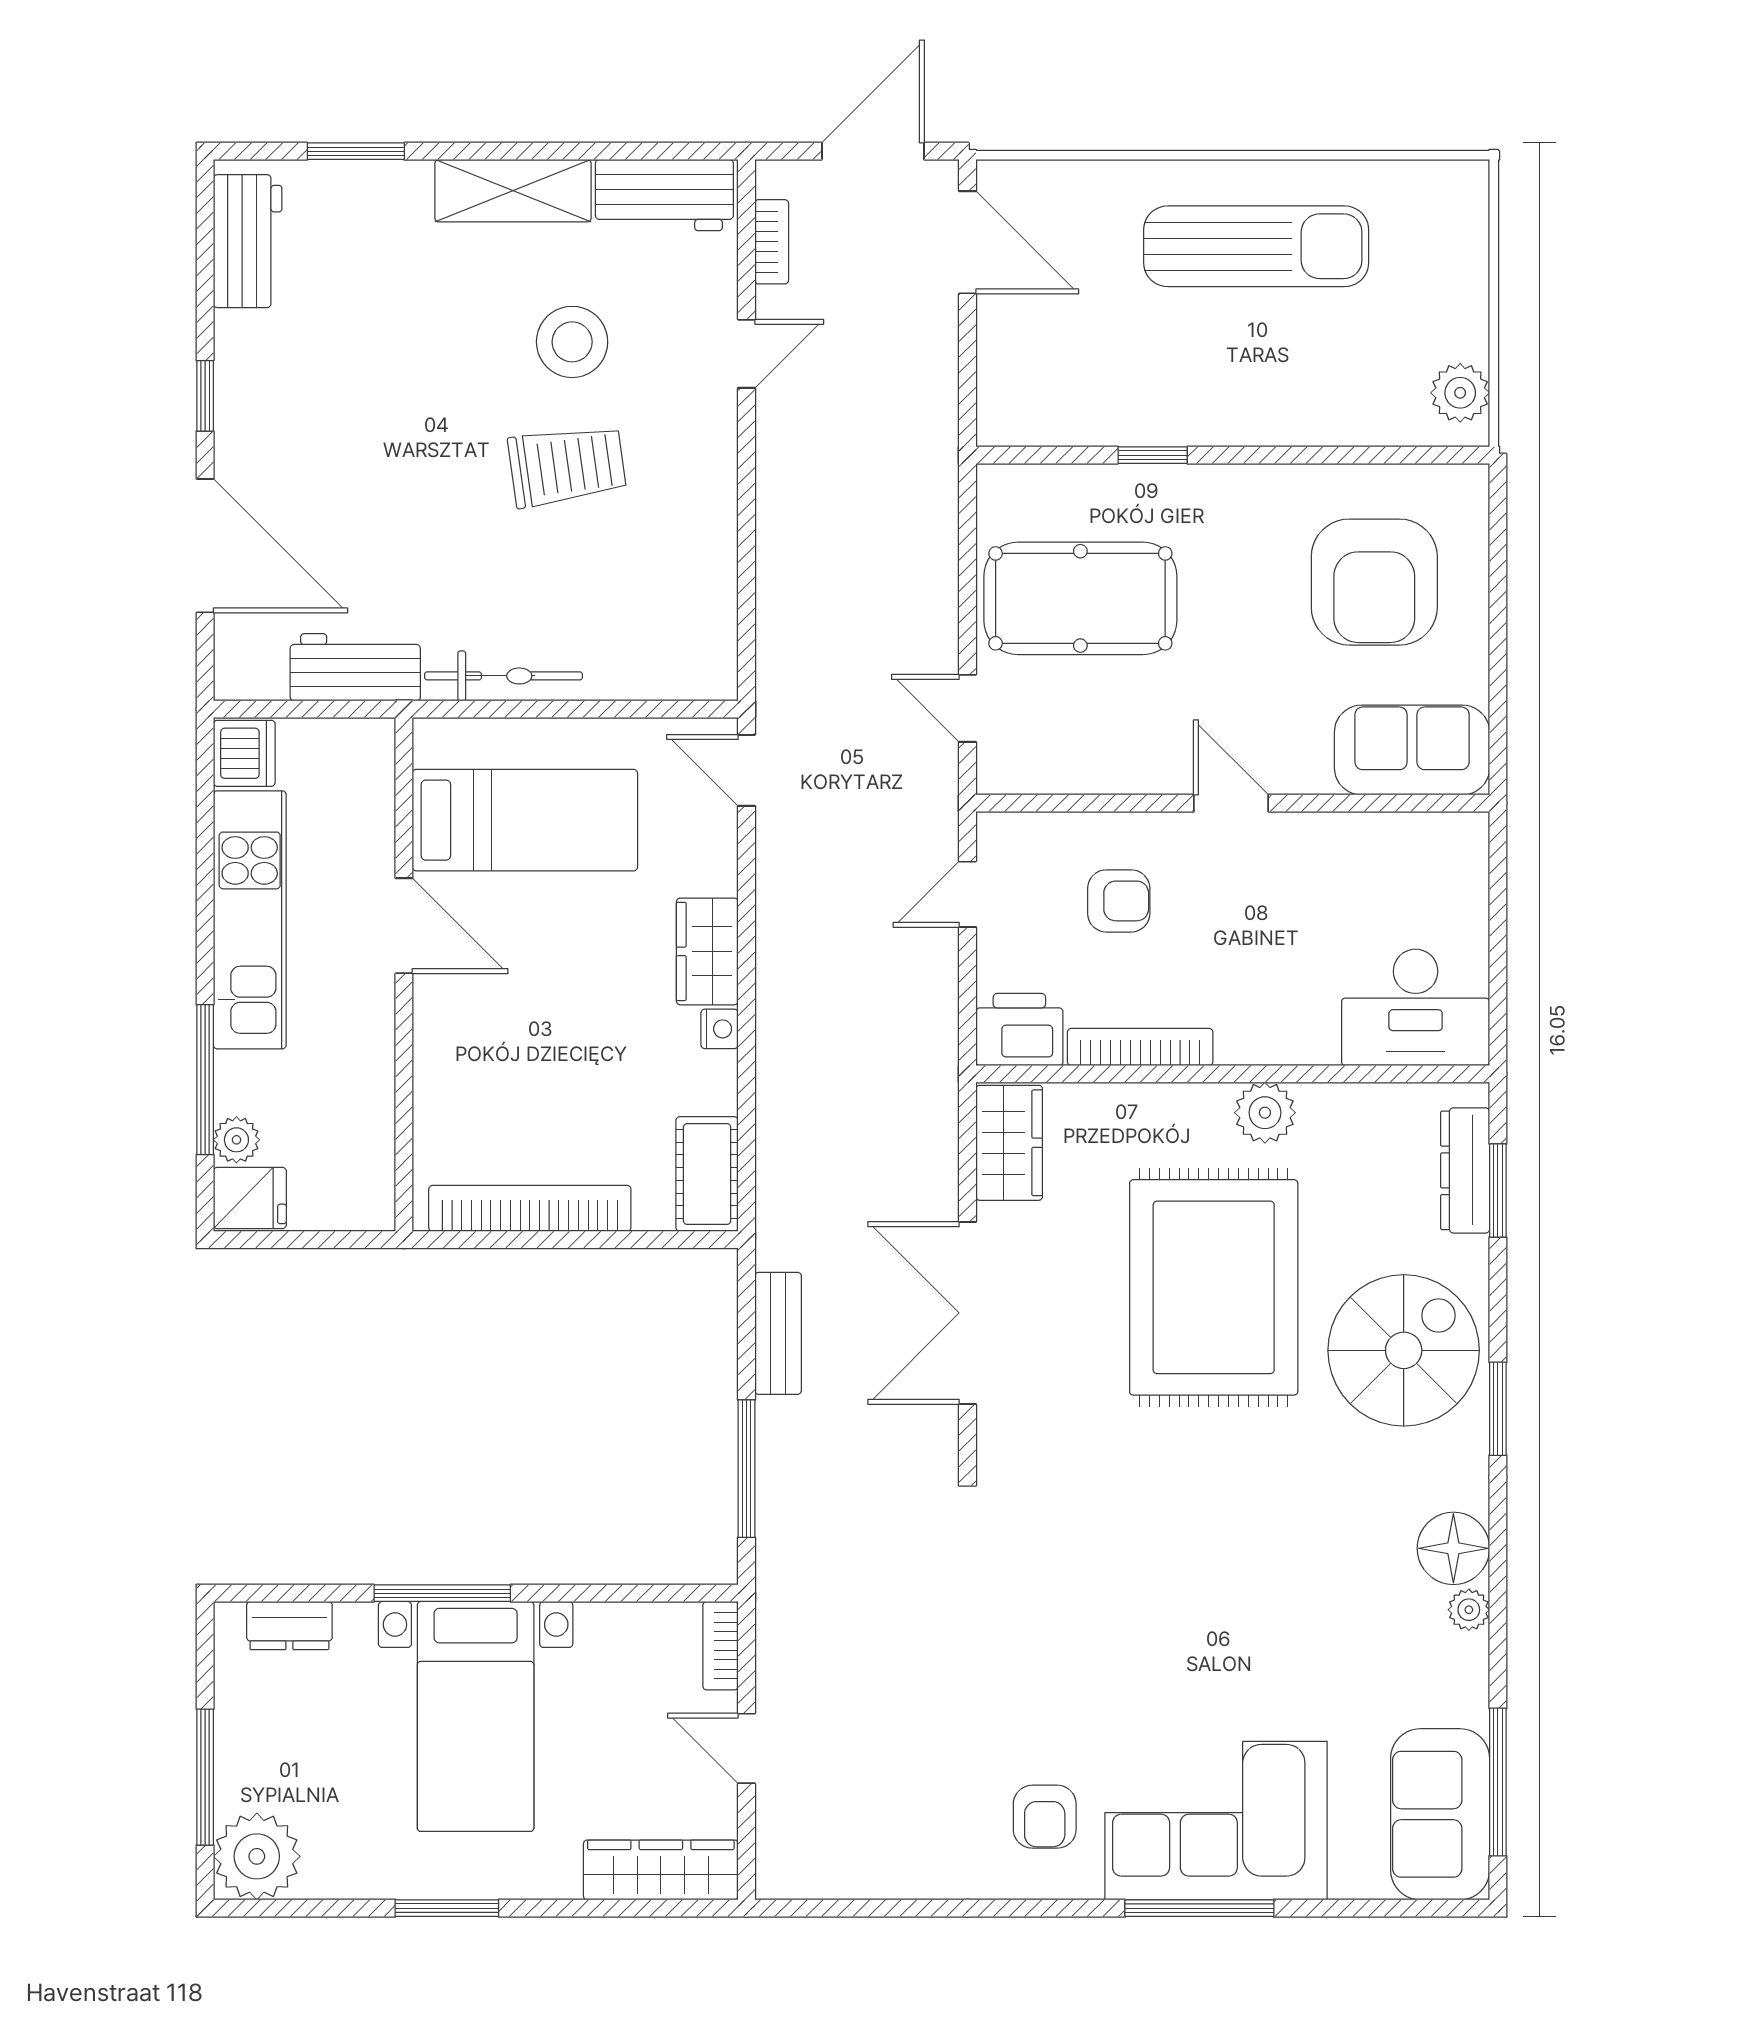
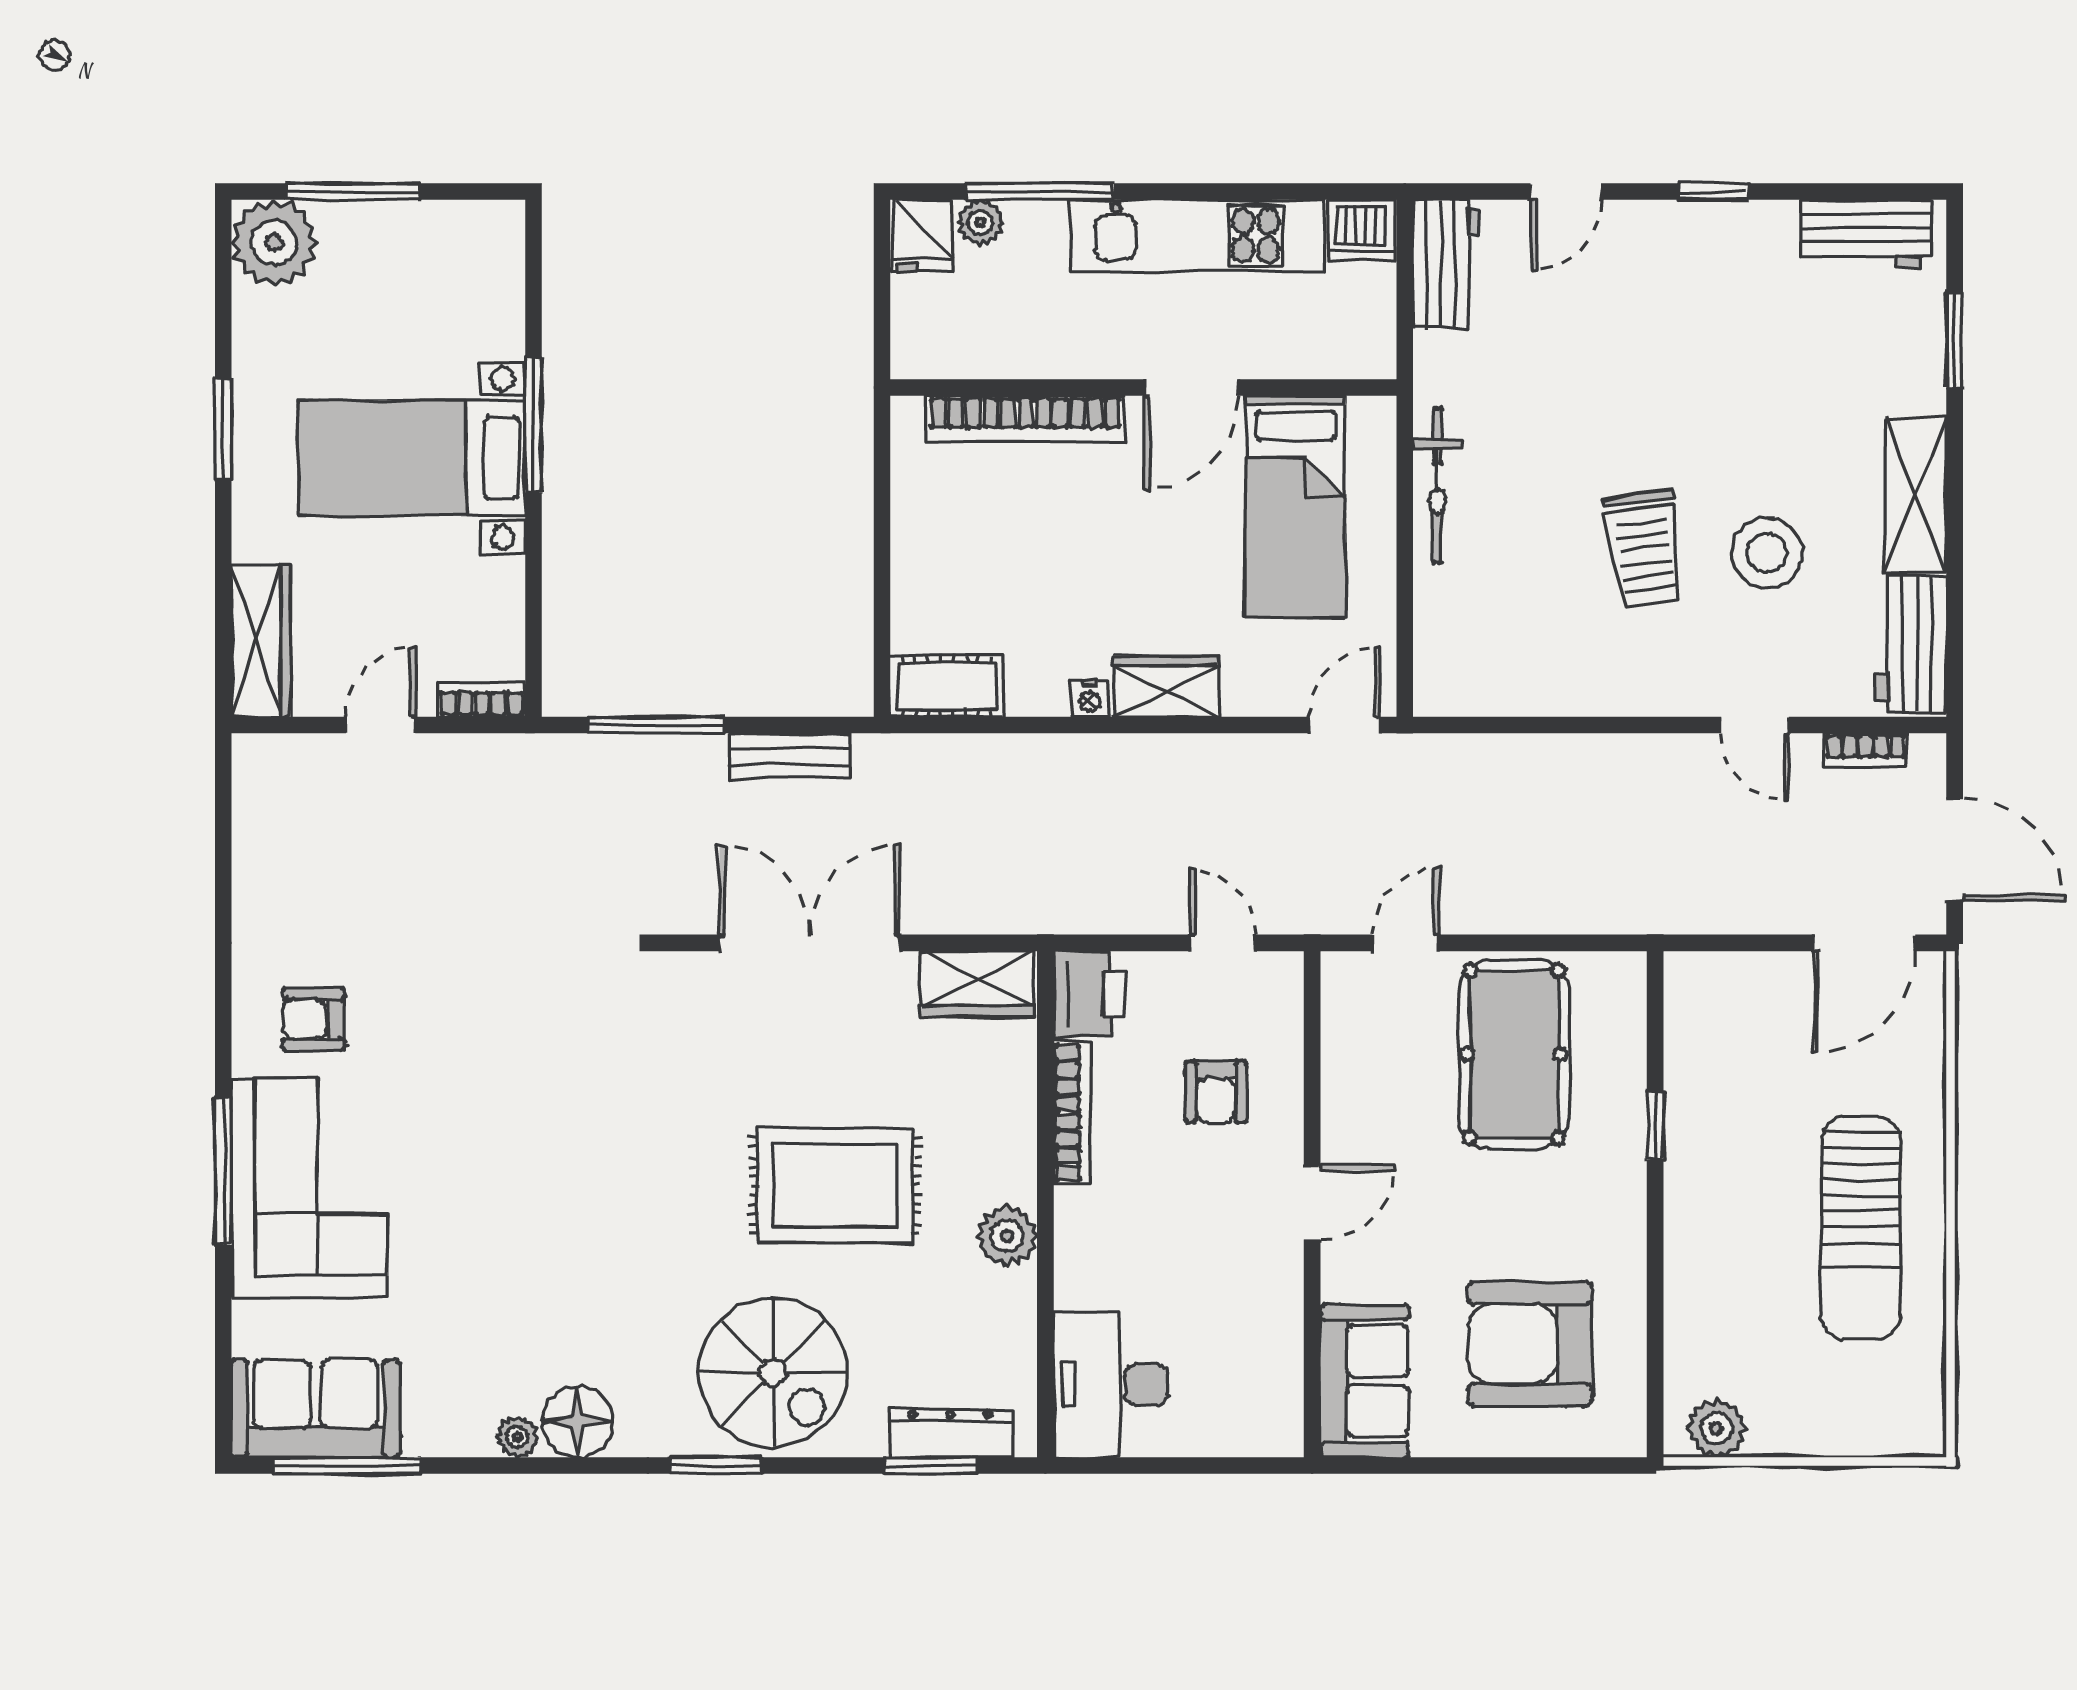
door: (205, 546) -> (1566, 192), width x0.53
workbench: (355, 667) -> (1446, 264), moved
bookcase: (530, 1208) -> (1026, 418), moved, turned 90
rug: (1214, 1287) -> (835, 1185), width x0.73, depth x0.69
dresser: (289, 1626) -> (502, 275), removed

